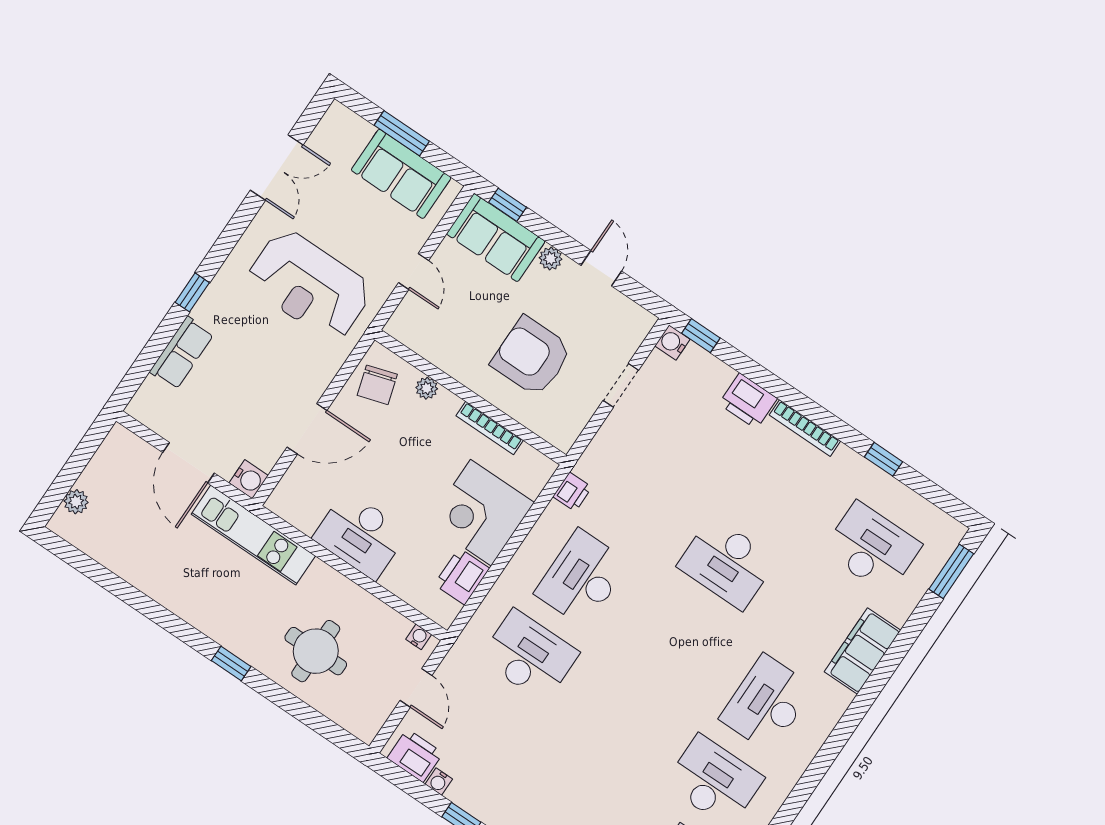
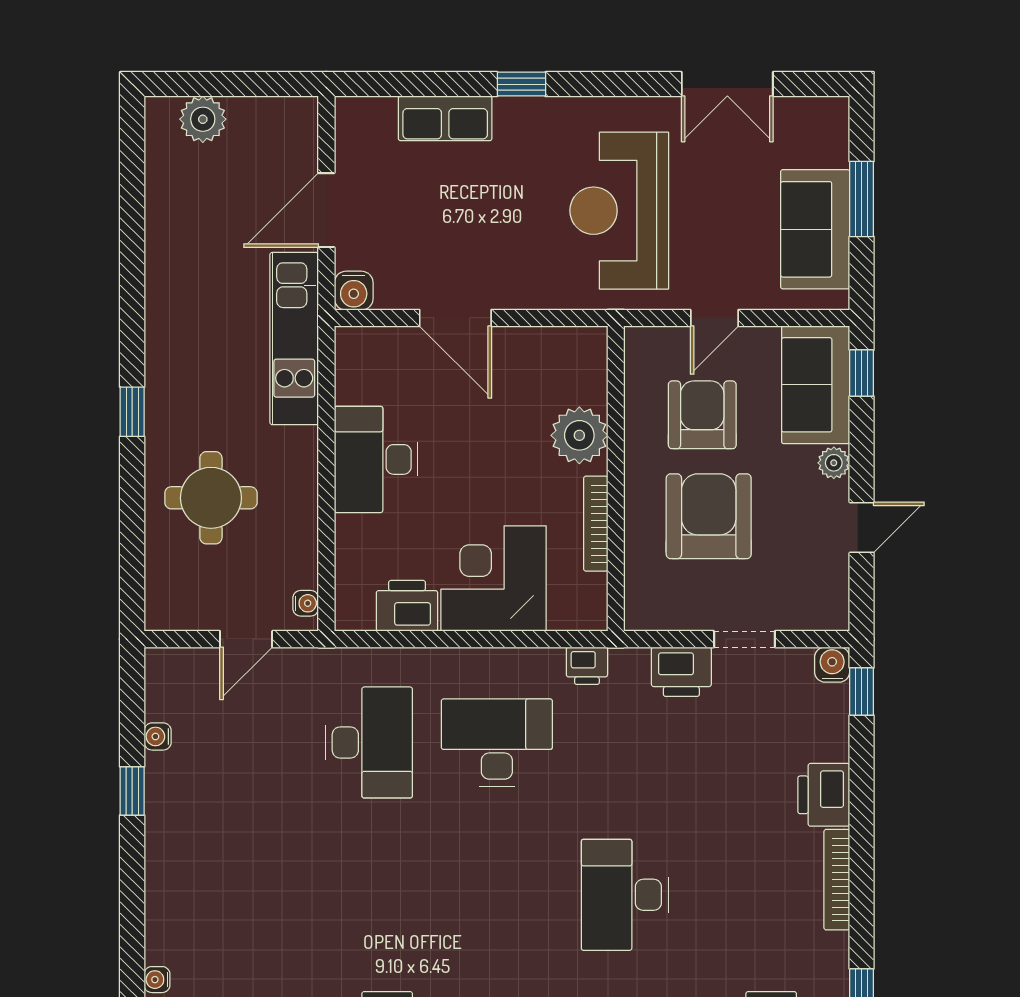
armchair: (467, 319) -> (702, 415), added
chair: (377, 385) -> (559, 364), removed
plant: (427, 388) -> (579, 435), width x1.87, depth x1.87
plant: (76, 502) -> (203, 119), width x1.38, depth x1.38
printer: (415, 756) -> (681, 672), moved, turned 90

